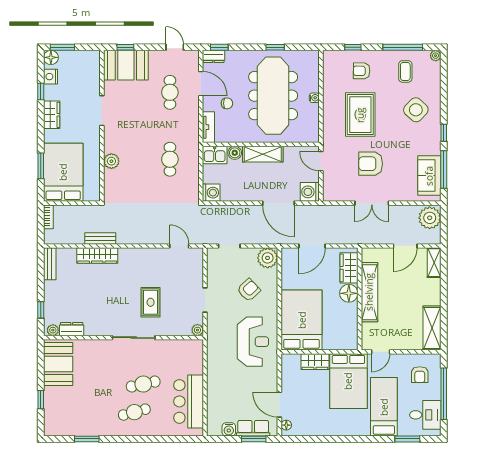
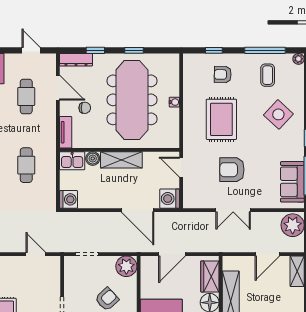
window: (219, 47) -> (95, 50), moved
dresser: (214, 56) -> (76, 60), width x1.44

